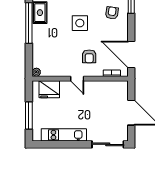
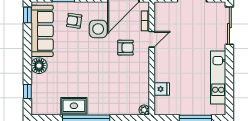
side table: (80, 23) -> (98, 29), moved
door: (77, 79) -> (152, 39), moved
fridge: (49, 89) -> (162, 89), width x0.53, depth x0.75

